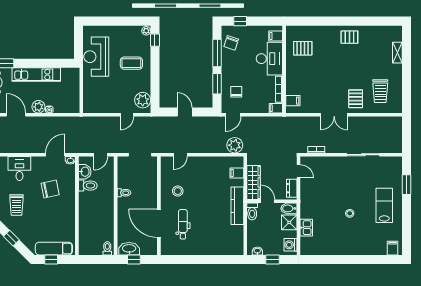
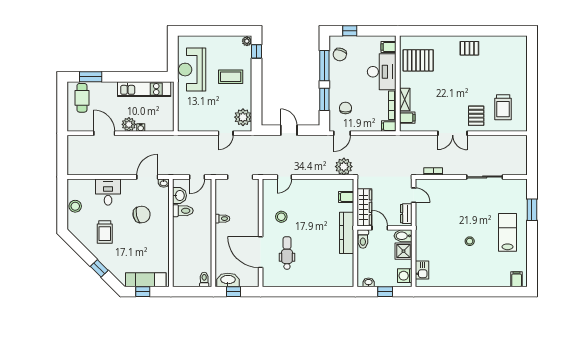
pallet: (303, 48) -> (418, 60), width x1.50, depth x1.42
shelving: (397, 53) -> (405, 100), moved
kitchen unit: (36, 75) -> (144, 89), moved
kitchen sink: (306, 228) -> (422, 270), moved

